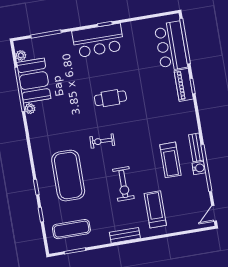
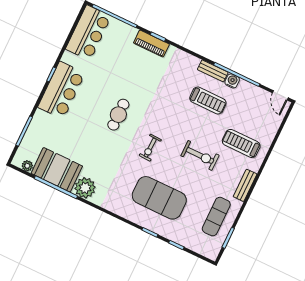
bar counter: (171, 46) -> (88, 33), moved, turned -90
plant: (30, 109) -> (85, 188), width x1.87, depth x1.87
exercise mat: (71, 229) -> (216, 217), moved

